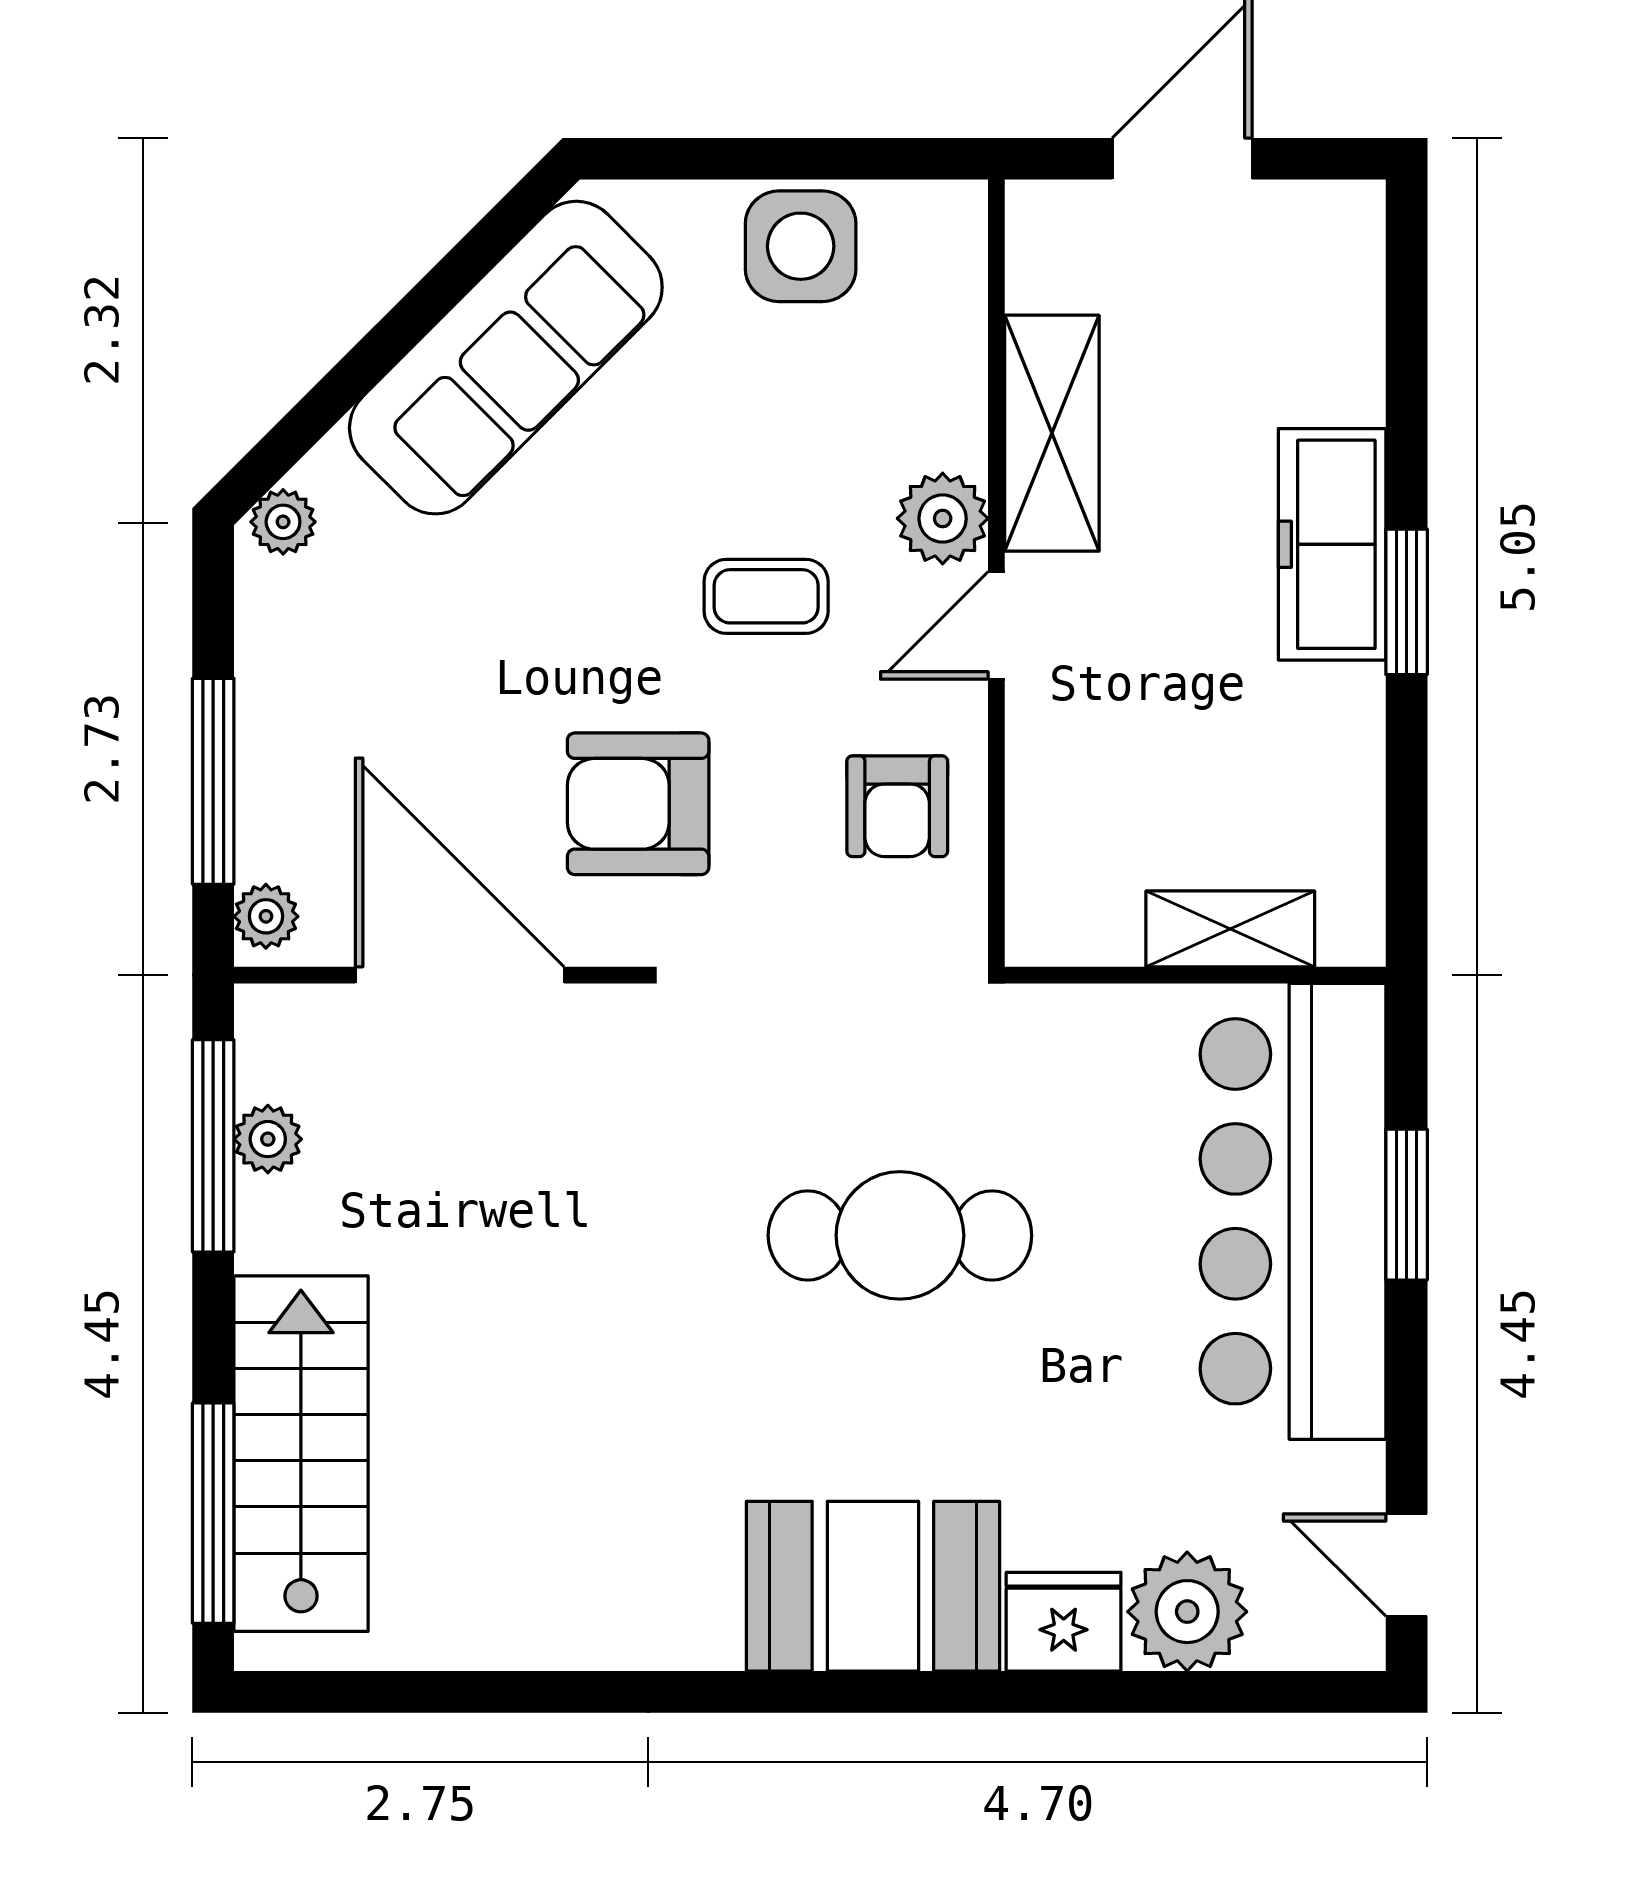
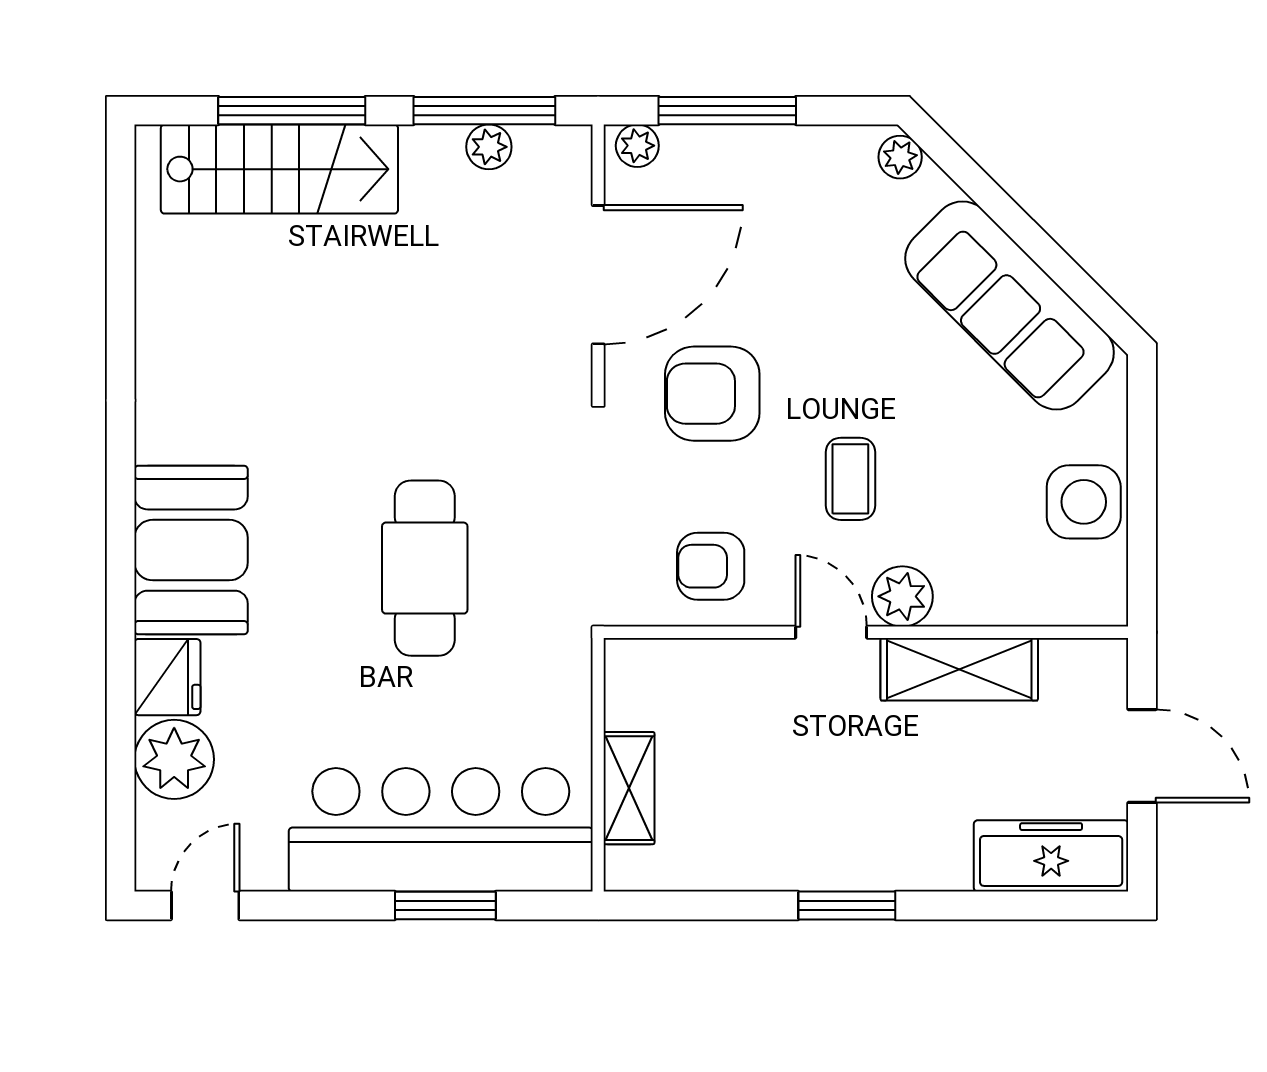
freezer: (1332, 544) -> (1051, 856), moved
armchair: (638, 804) -> (712, 394), turned -90
window: (213, 1513) -> (292, 111), moved

